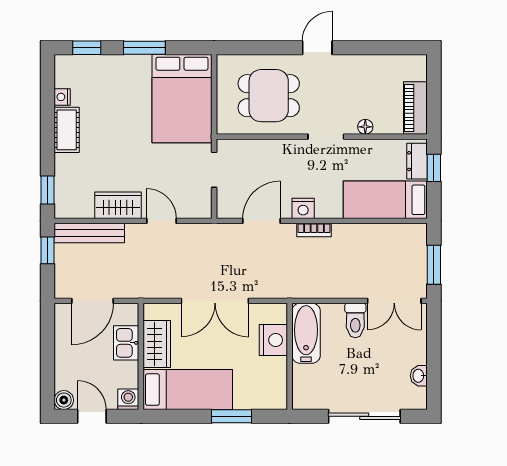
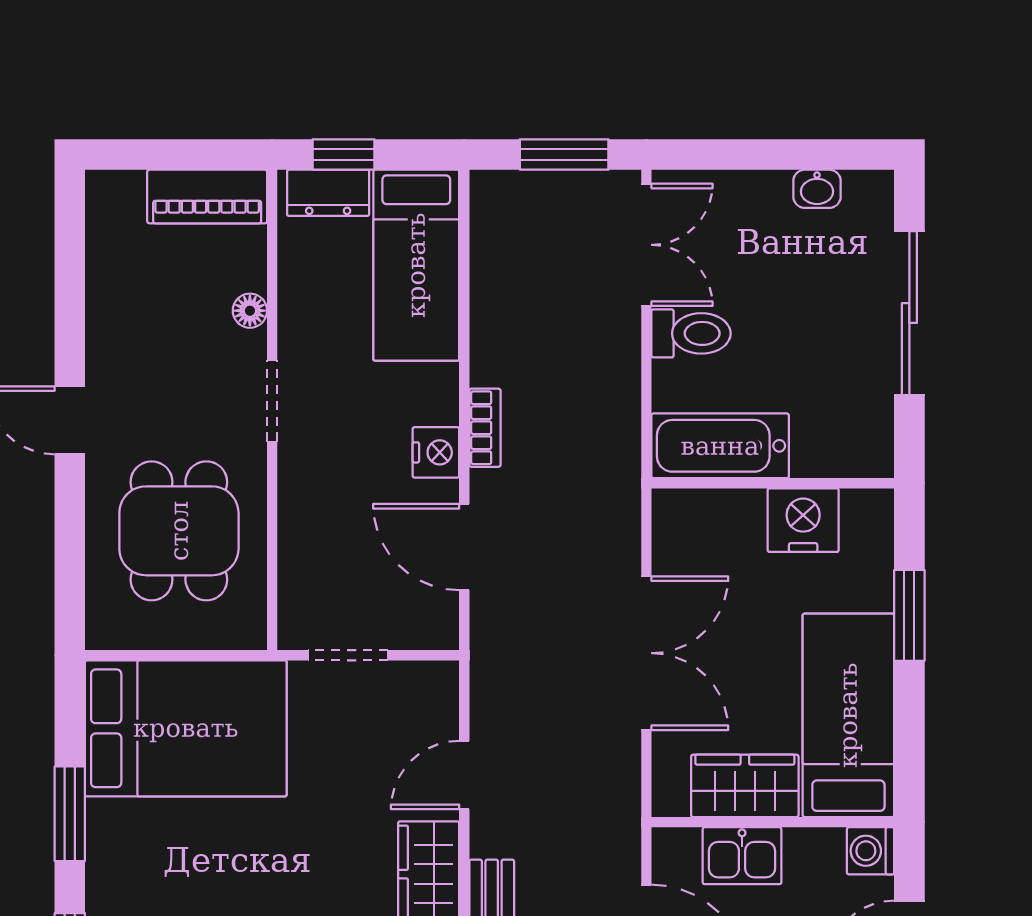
nightstand: (273, 340) -> (803, 520), moved

